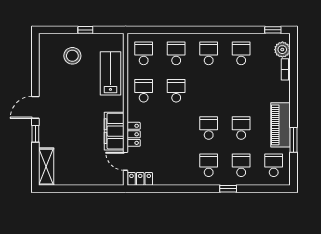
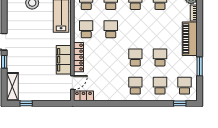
piano: (281, 125) -> (190, 39), moved
locker: (134, 134) -> (79, 57), width x1.53
door: (126, 161) -> (72, 83), swing flipped
window: (64, 189) -> (26, 103), added
window: (228, 189) -> (180, 103), moved

